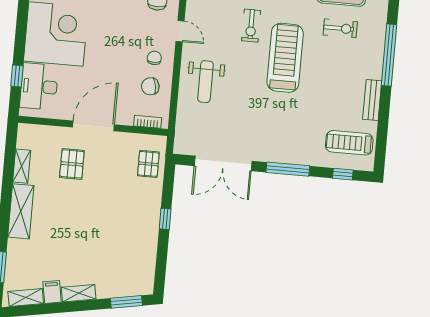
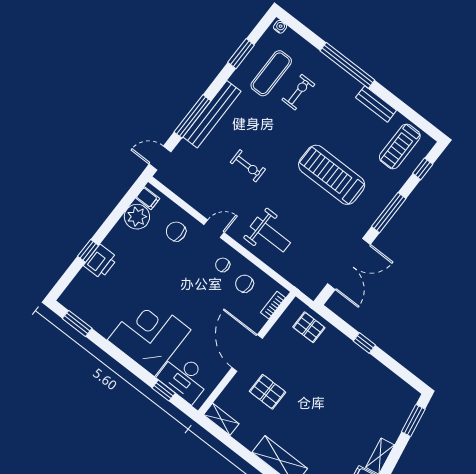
treadmill: (285, 58) -> (332, 175), moved
chair: (150, 86) -> (244, 284), turned 101
shelving: (22, 166) -> (221, 419), moved

